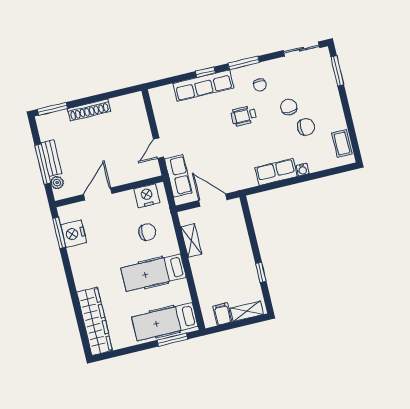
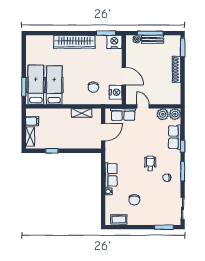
row of seats: (203, 86) -> (175, 137), width x0.68
plant: (159, 96) -> (175, 114), added
chair: (289, 107) -> (149, 192), removed
plant: (163, 115) -> (163, 114), added
door: (98, 194) -> (124, 76), moved
nightstand: (74, 234) -> (114, 42), moved
hospital bed: (153, 273) -> (54, 85), moved
wardrobe: (95, 321) -> (74, 42), moved

